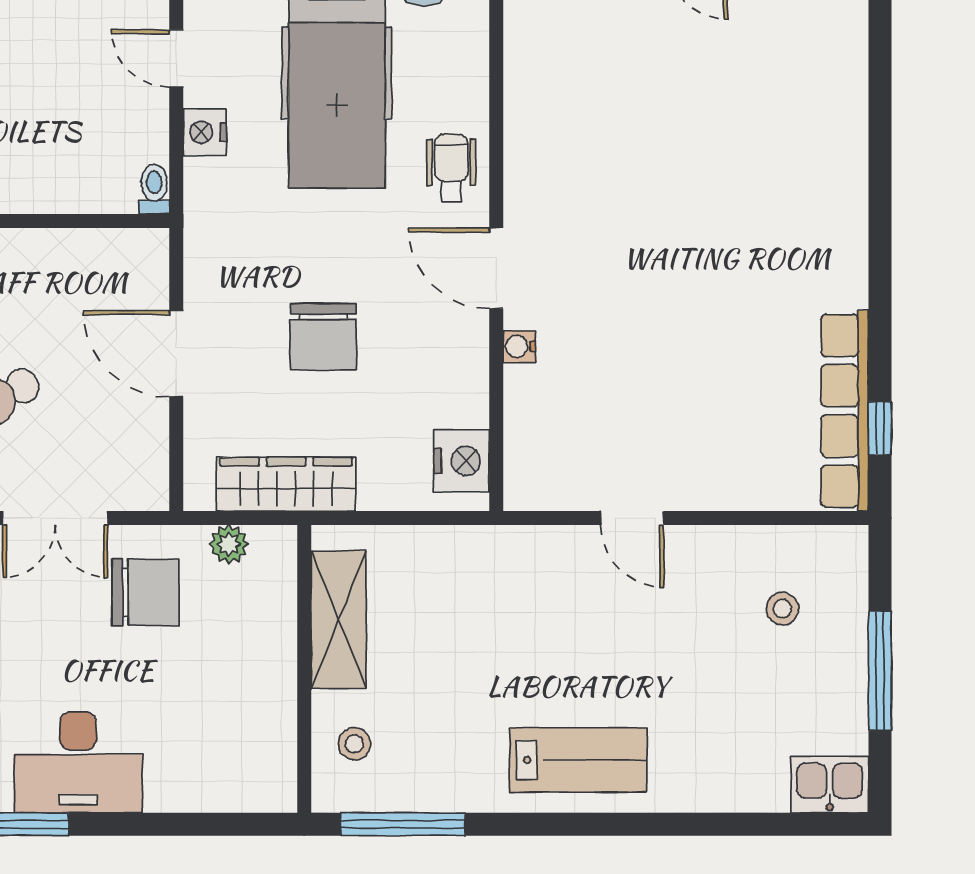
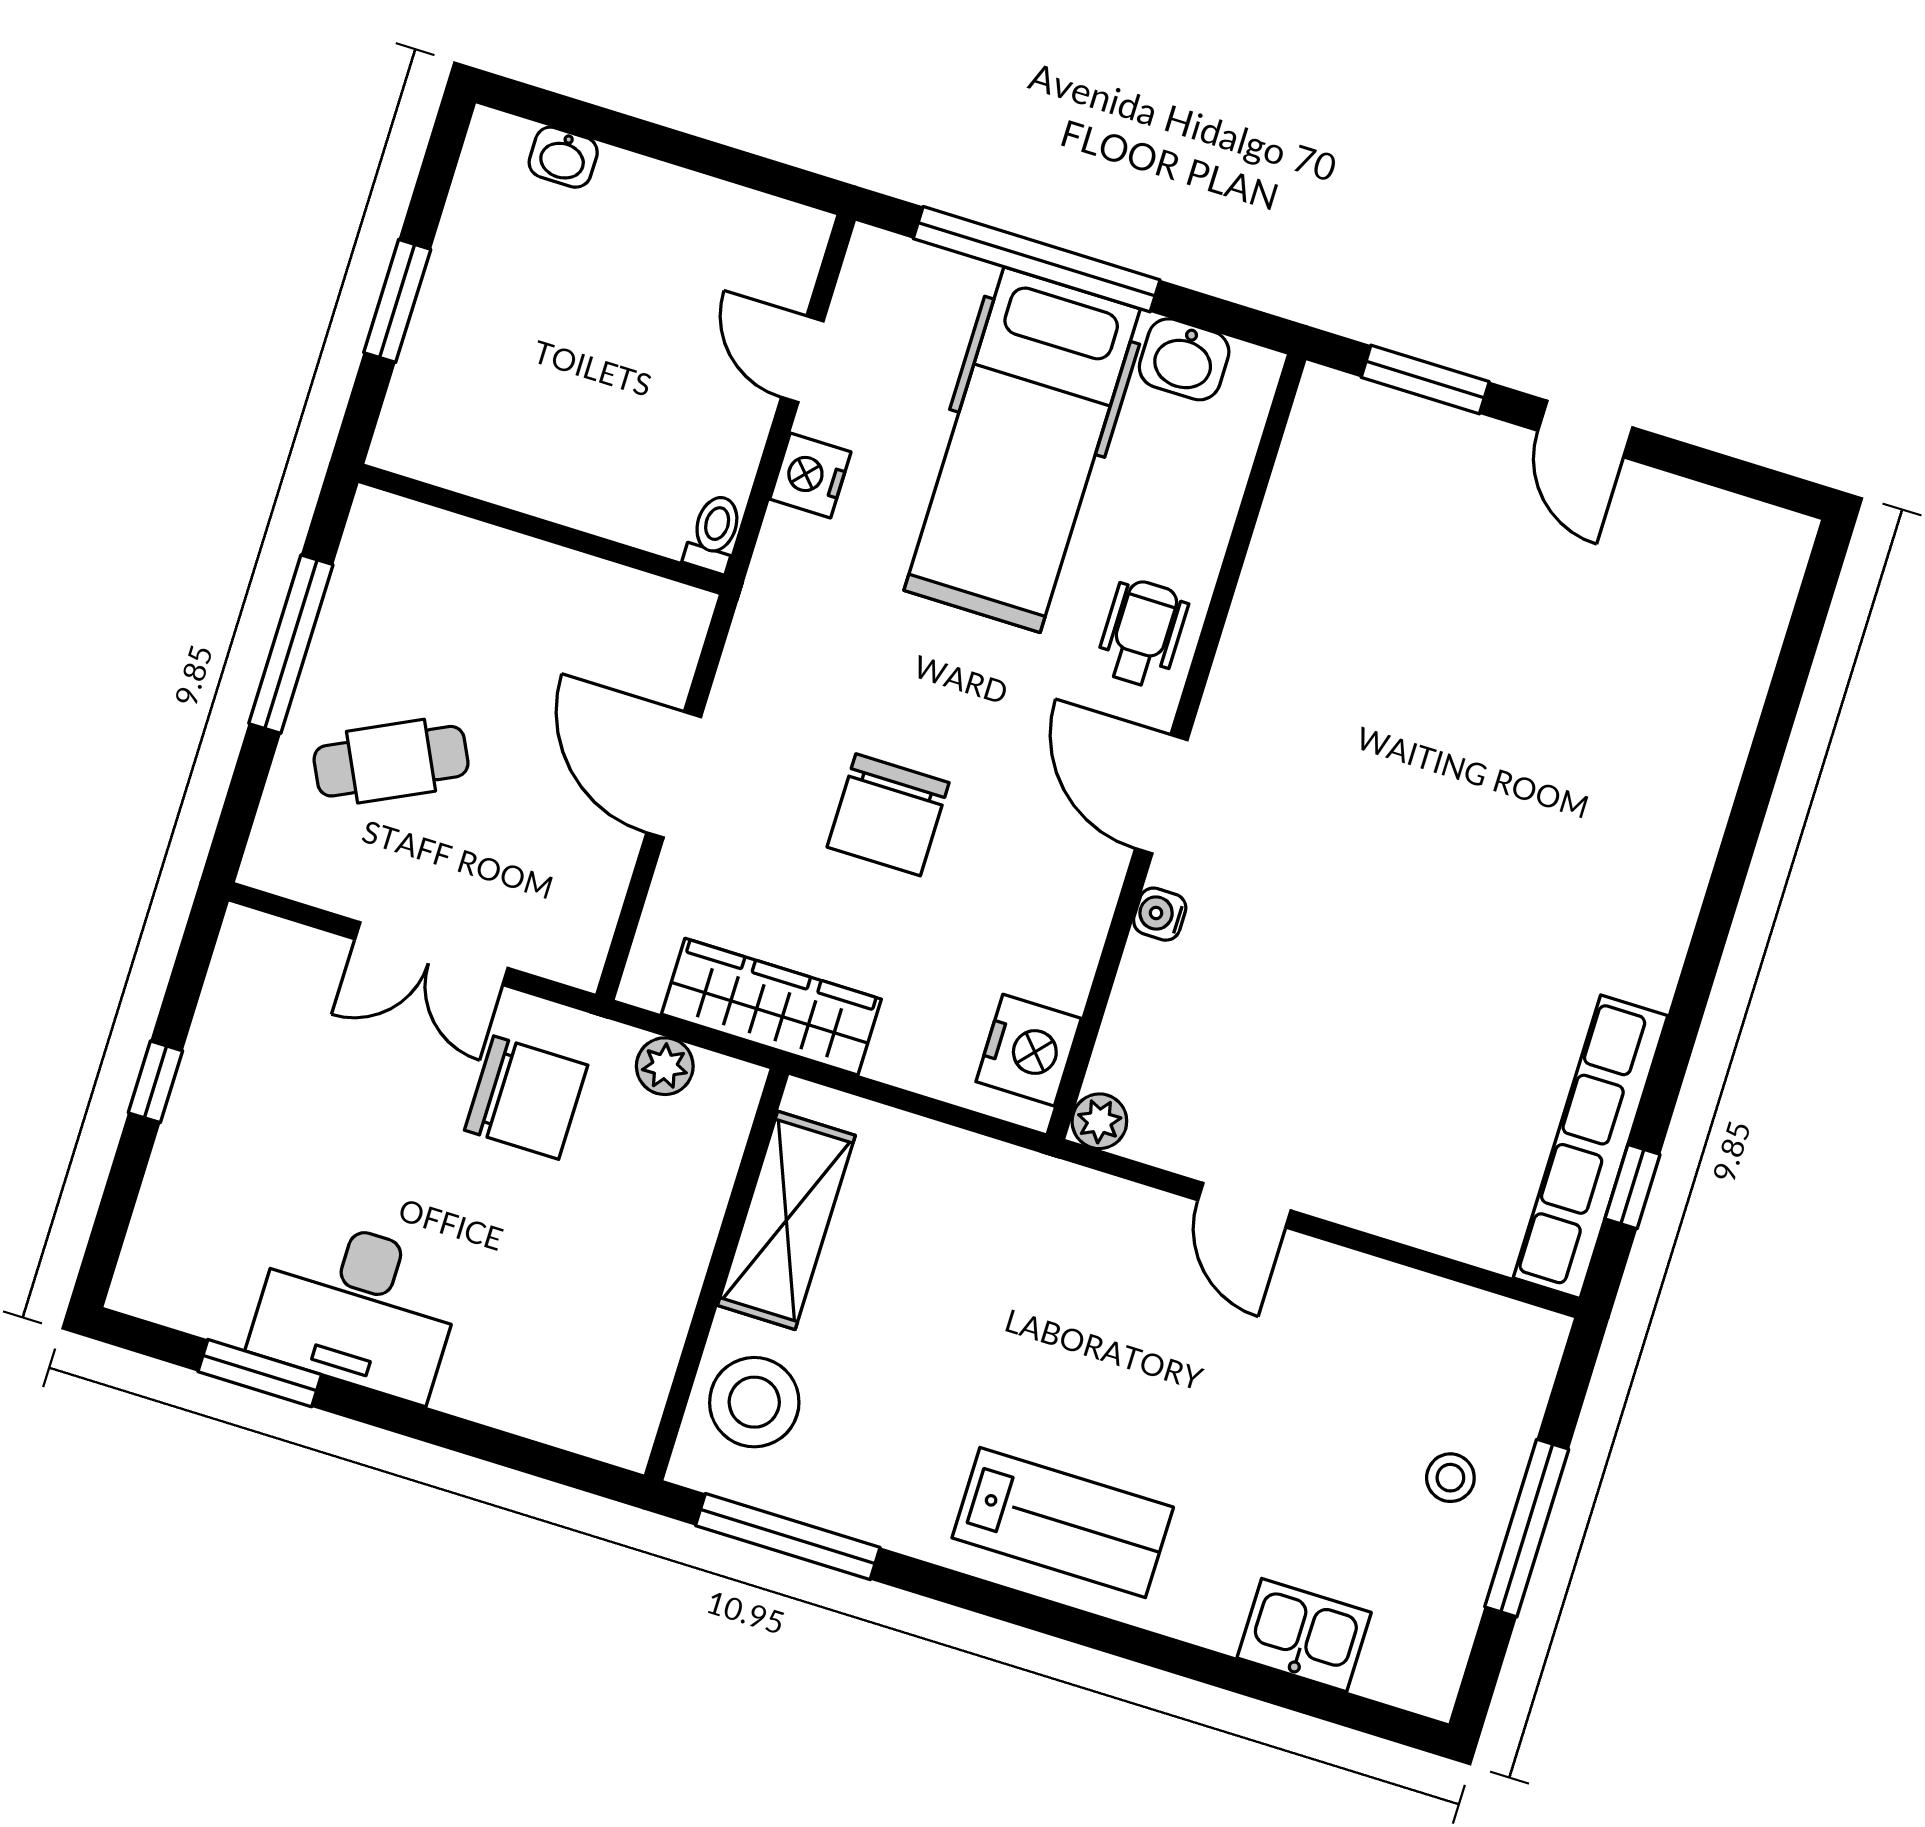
plant: (522, 493) -> (1099, 1121), added
stool: (782, 609) -> (1450, 1478), moved
stool: (354, 744) -> (754, 1402), width x1.89, depth x1.89
kitchen sink: (830, 785) -> (1304, 1635), moved

